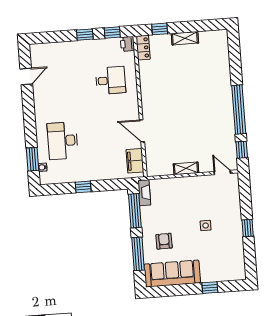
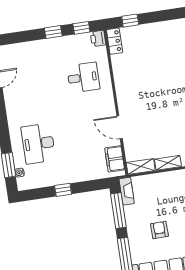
shelving: (185, 38) -> (141, 166), moved
armchair: (164, 241) -> (159, 230), moved

